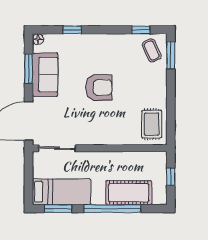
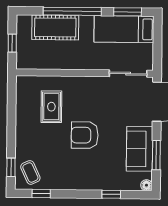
window: (171, 55) -> (11, 167), width x0.67
rug: (152, 124) -> (51, 107), moved

